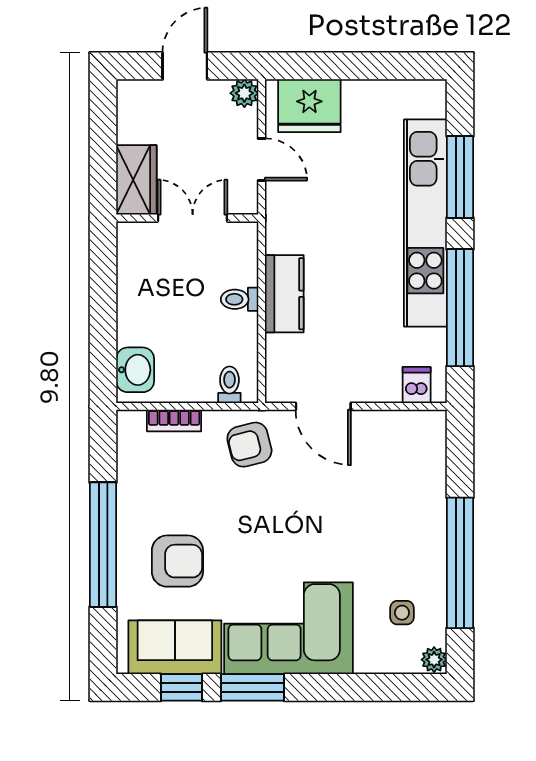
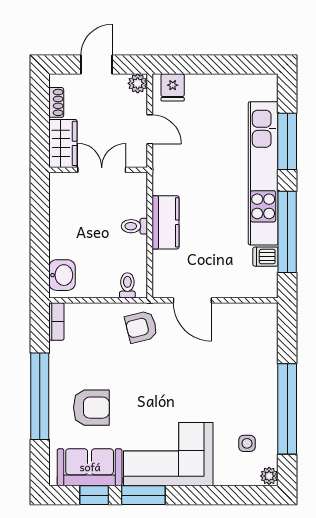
fridge: (309, 106) -> (173, 87), width x0.53, depth x0.75
shoe rack: (127, 121) -> (56, 102), added
dishwasher: (417, 385) -> (265, 257), moved, turned -90
bookcase: (174, 421) -> (56, 321), moved, turned -90

